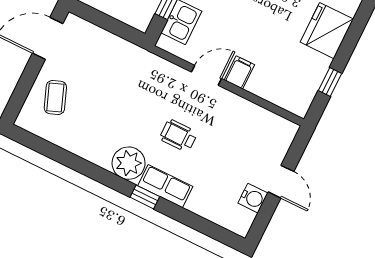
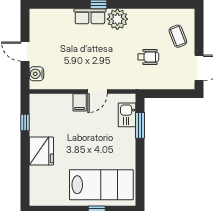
wheelchair: (178, 136) -> (148, 57), moved
water cooler: (253, 198) -> (36, 74), moved

